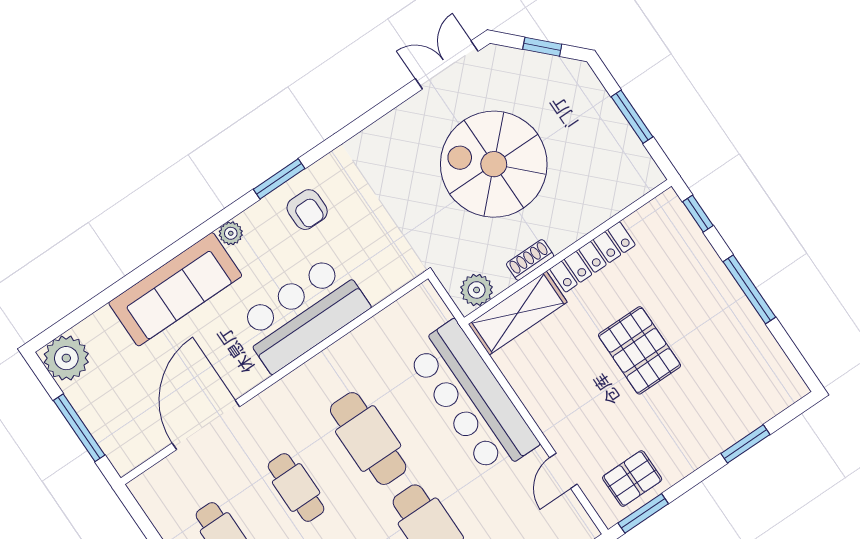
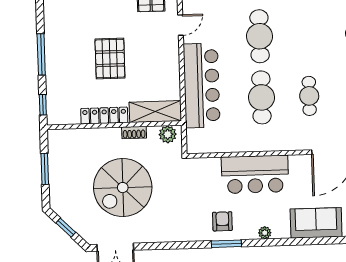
spiral stairs: (494, 164) -> (123, 188), turned 90
sofa: (175, 289) -> (316, 223), width x0.73

